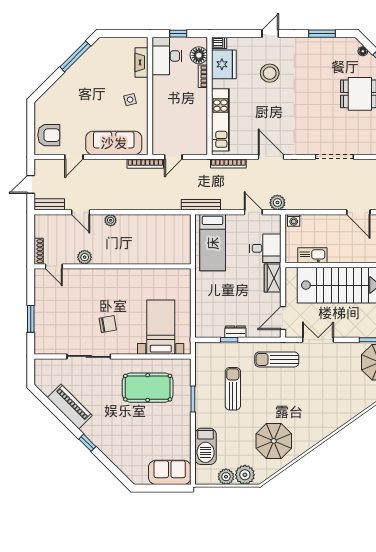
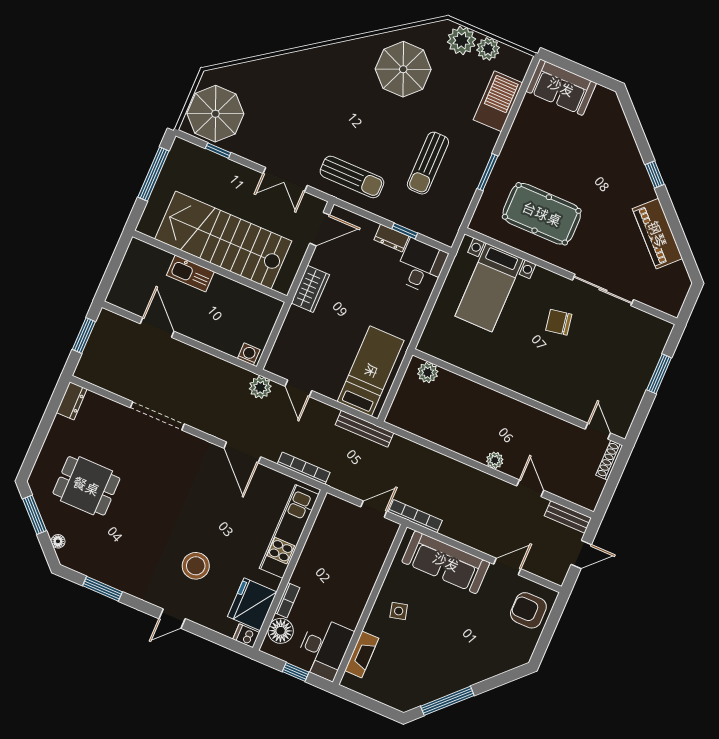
desk: (265, 248) -> (421, 266), moved, turned 90
kitchen sink: (312, 255) -> (190, 273), moved
plant: (85, 257) -> (428, 373), moved

